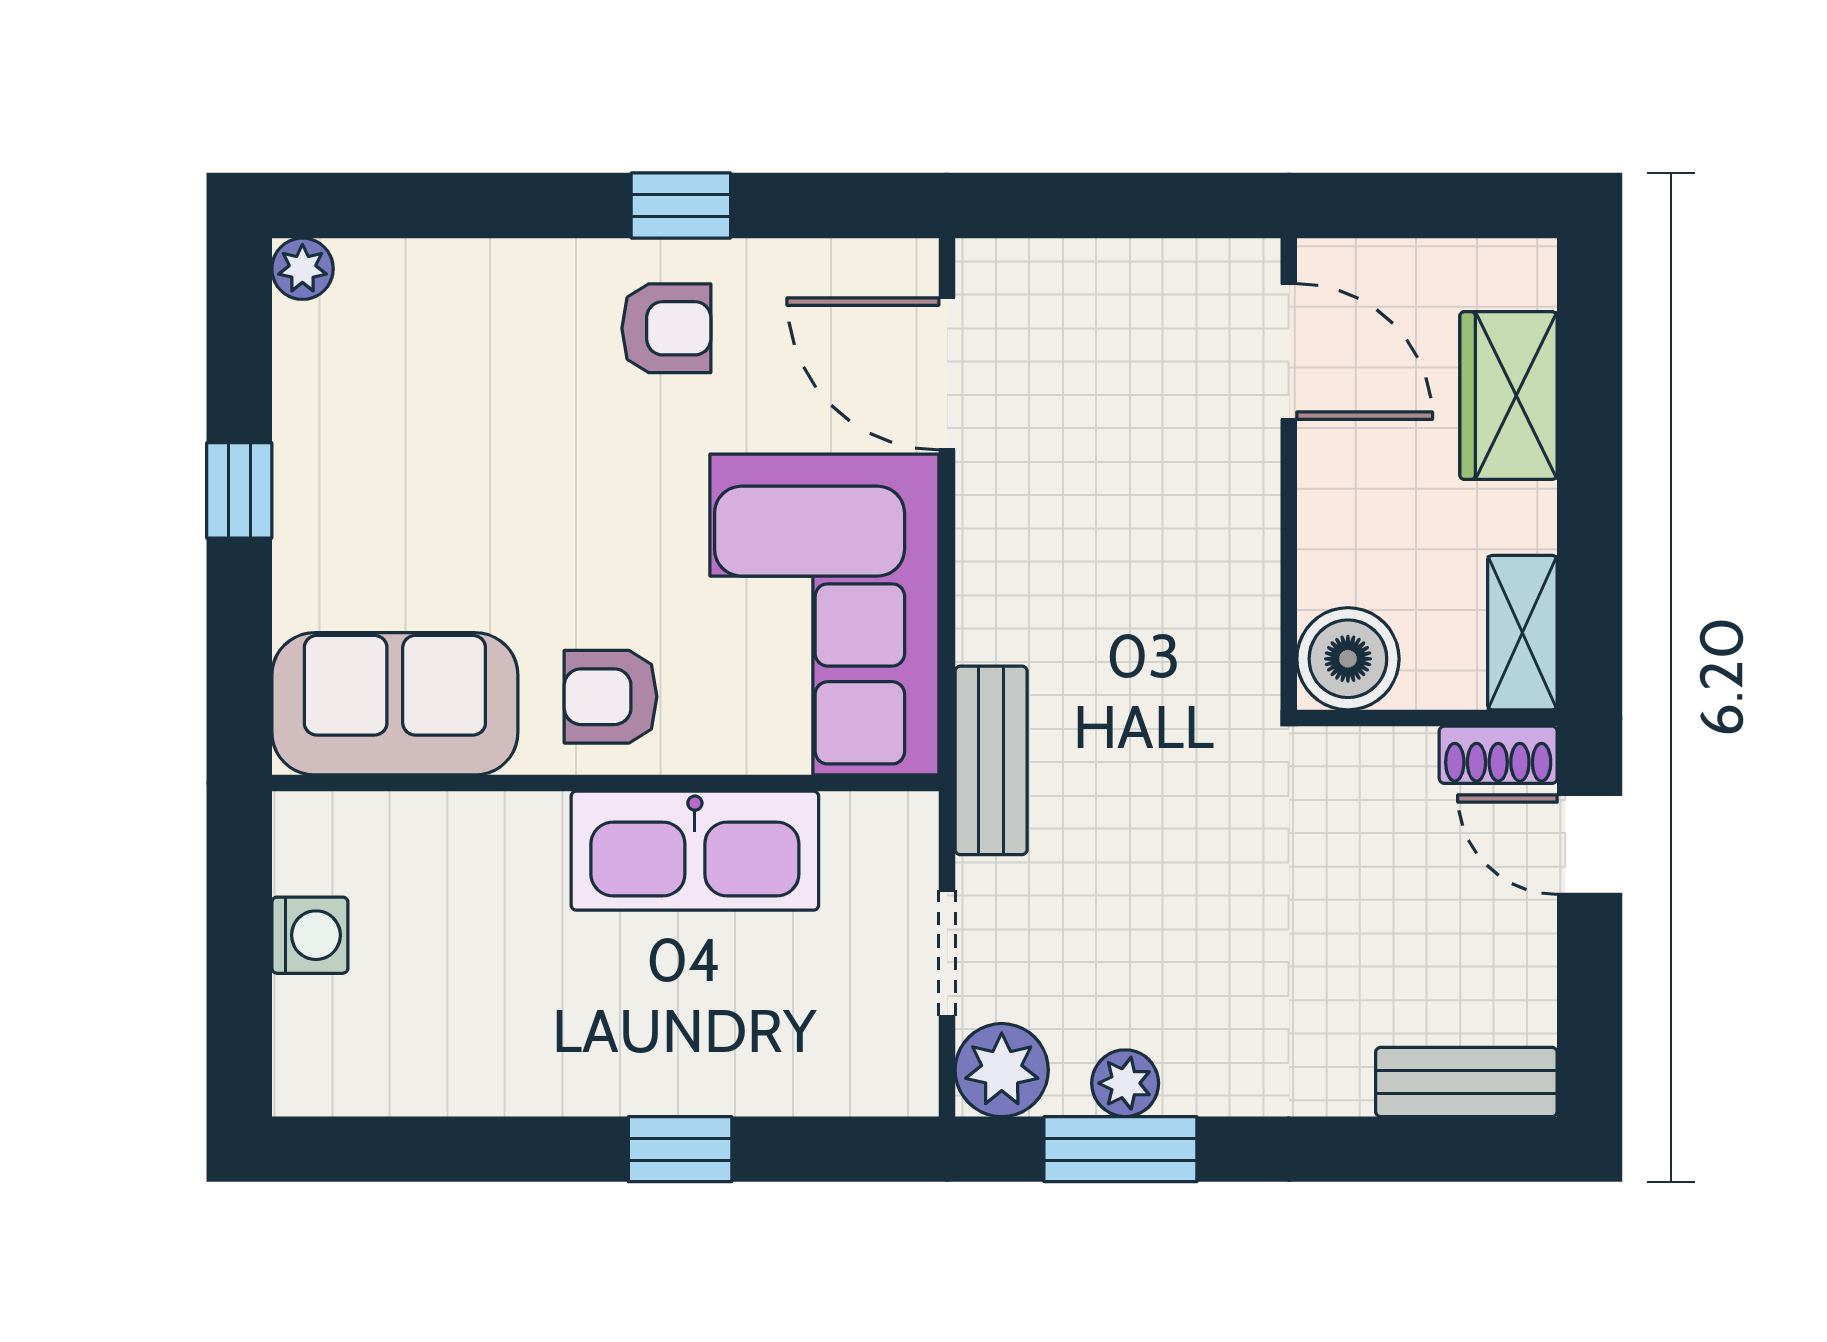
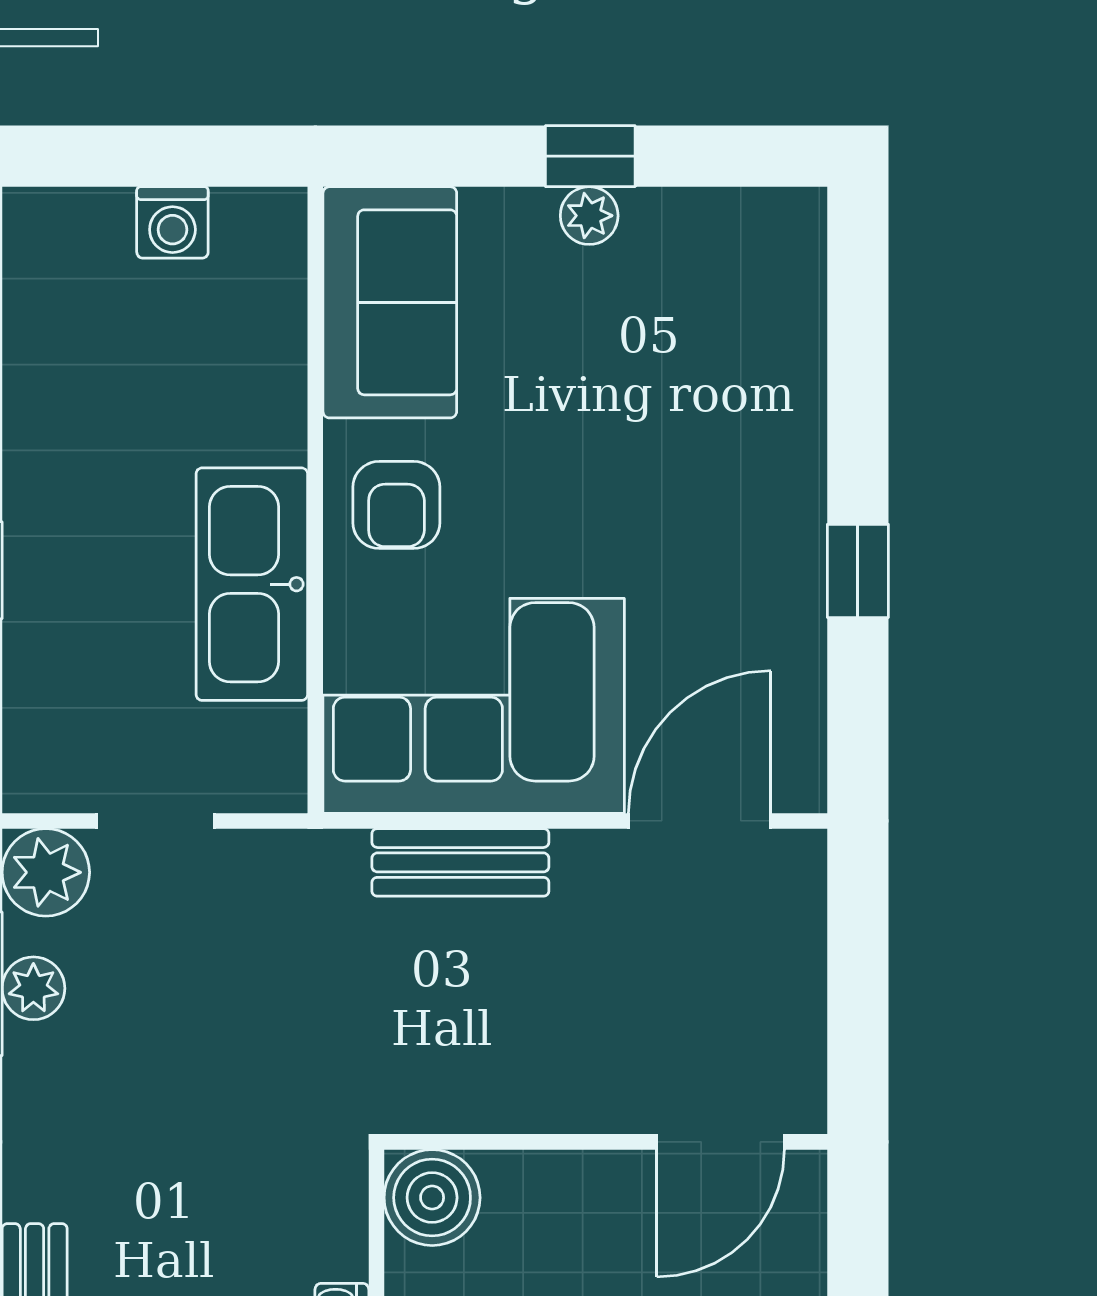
plant: (302, 269) -> (589, 216), moved
armchair: (666, 328) -> (743, 557), removed
armchair: (611, 697) -> (396, 505), turned 180
bench: (991, 760) -> (460, 862), moved

